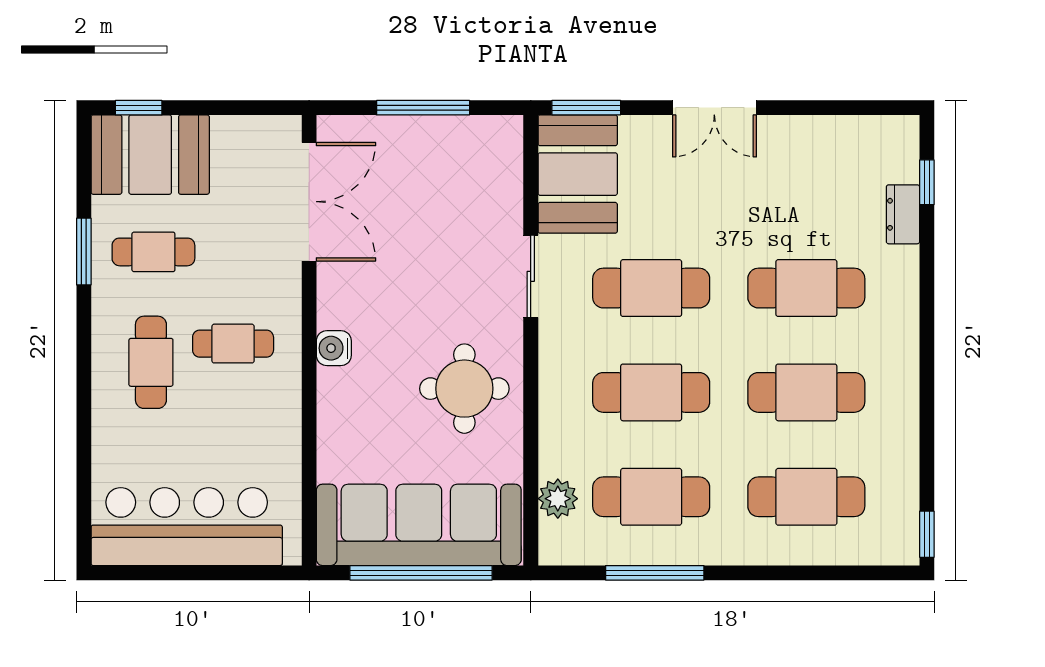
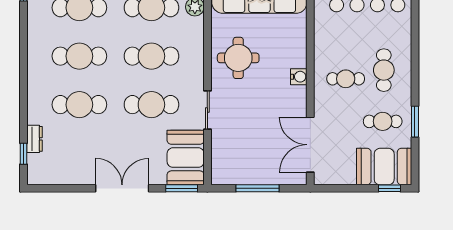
double door: (714, 108) -> (122, 188), width x1.37

